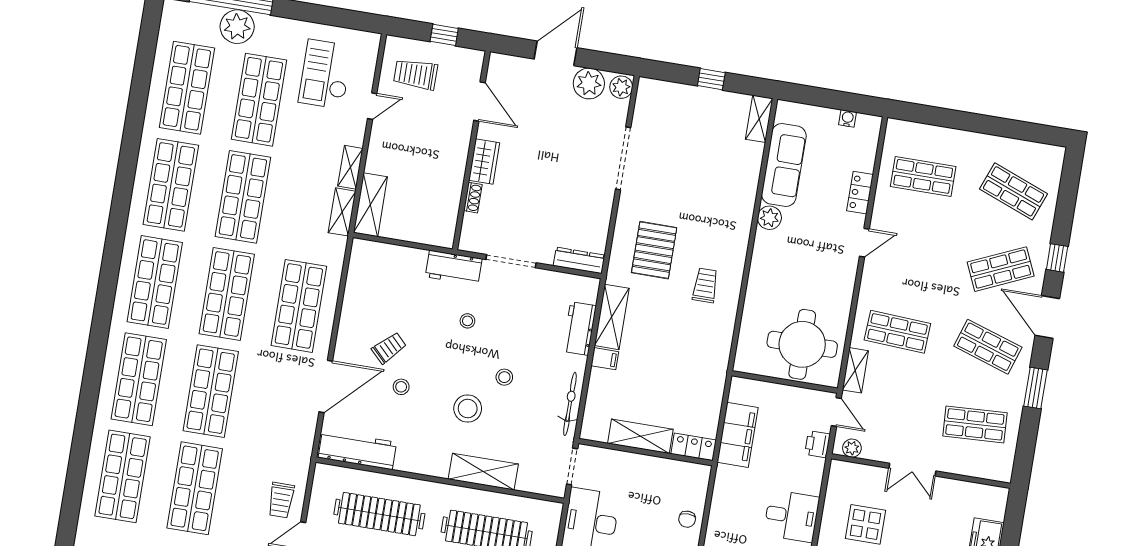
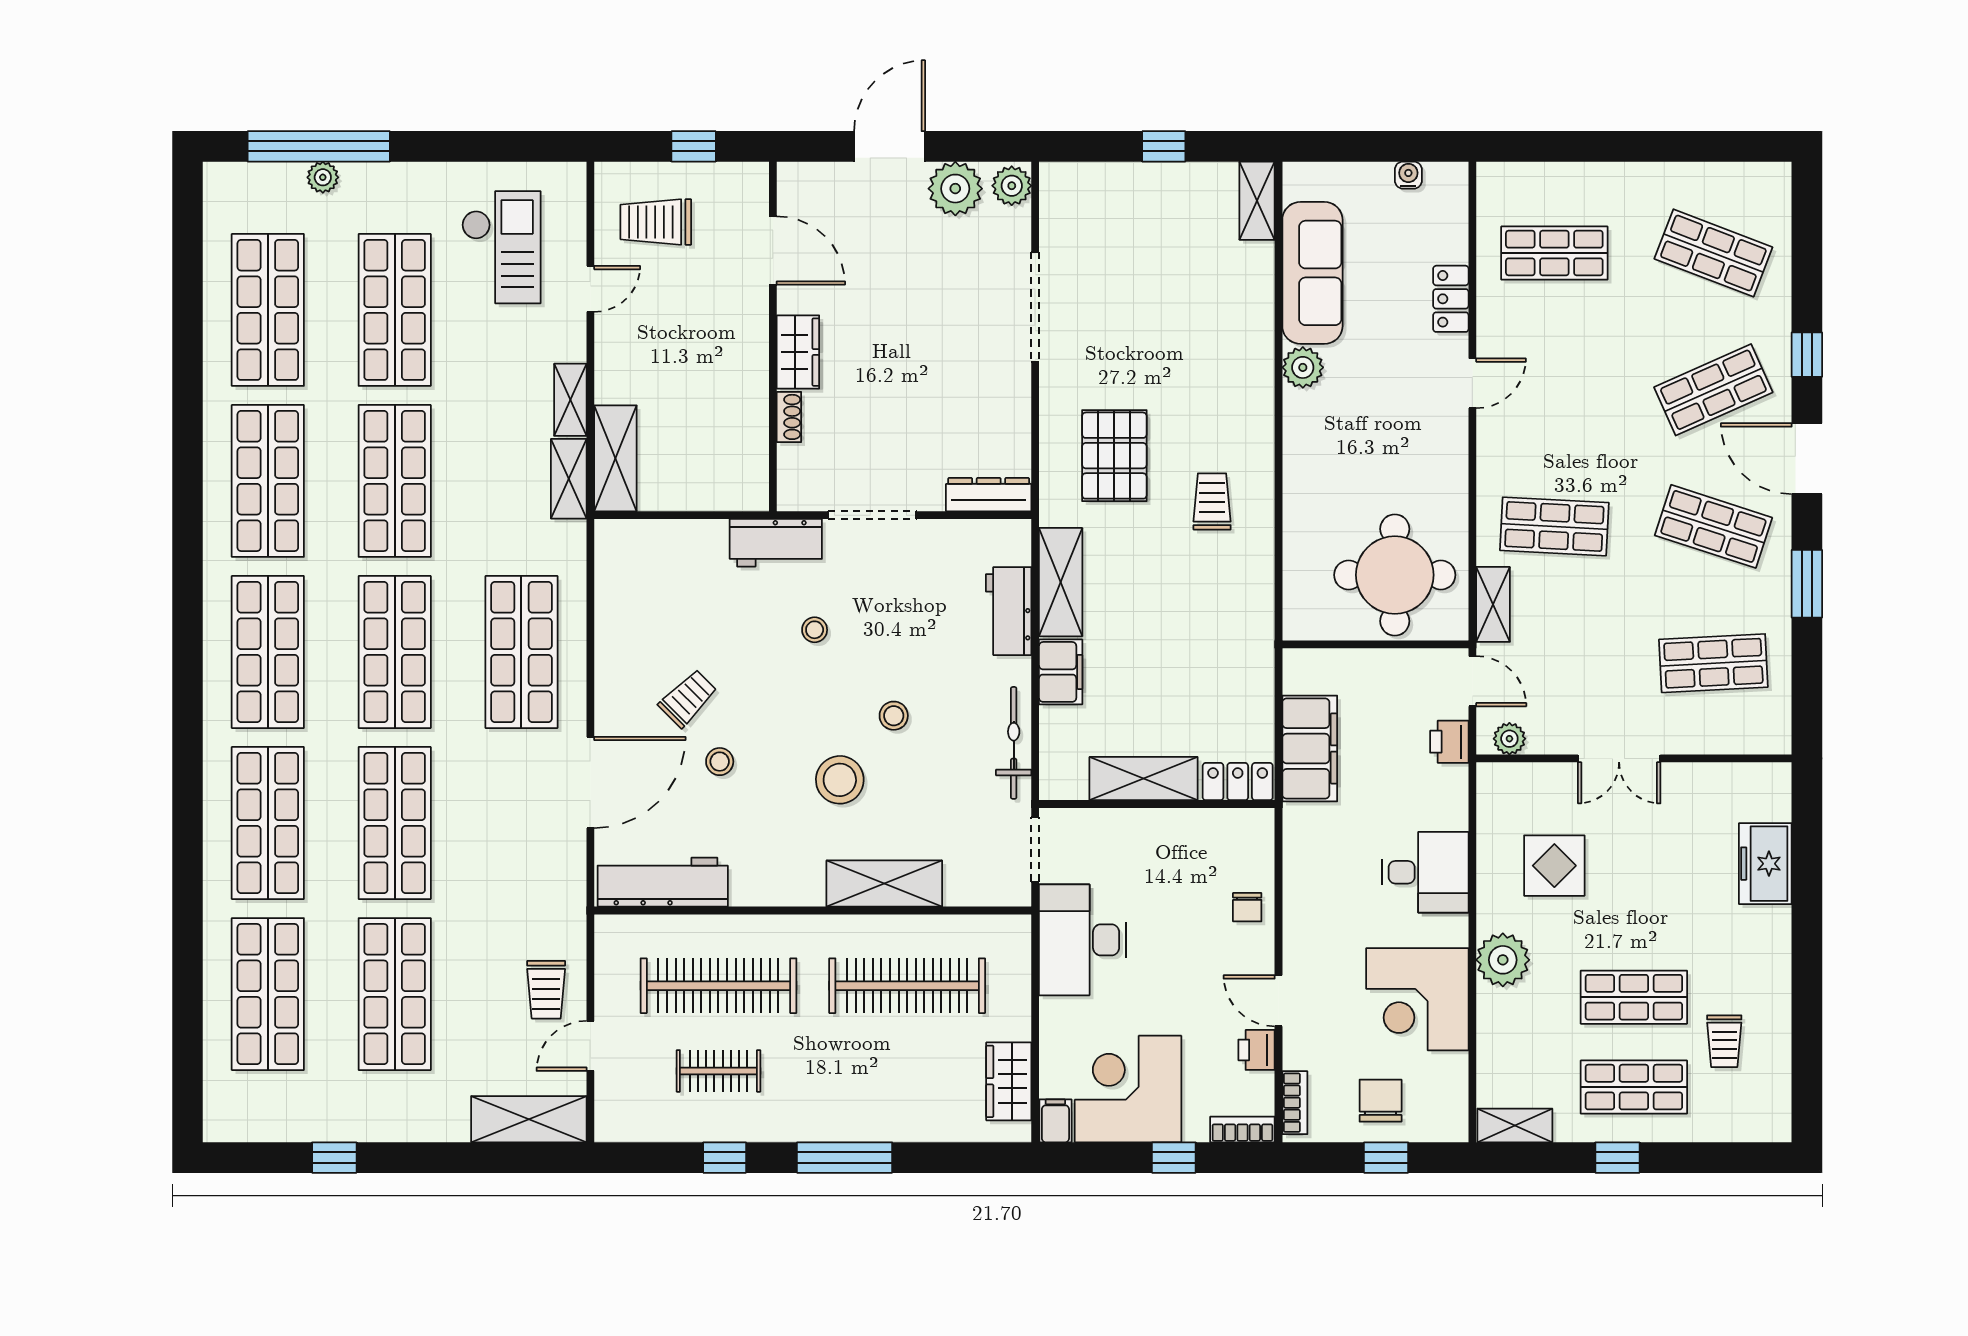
plant: (237, 27) -> (323, 177), width x0.53, depth x0.53
checkout: (325, 74) -> (501, 247), turned 180
filing cabinet: (605, 359) -> (1061, 672), width x2.00

